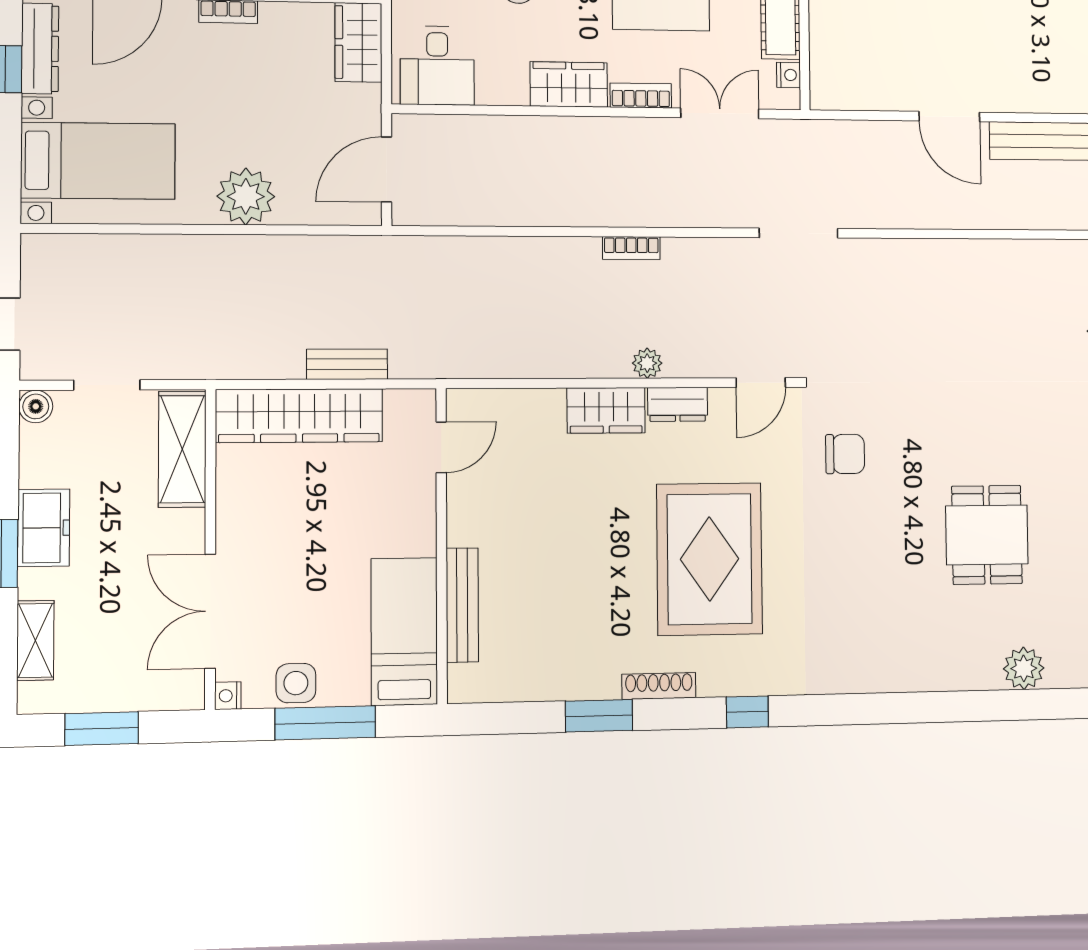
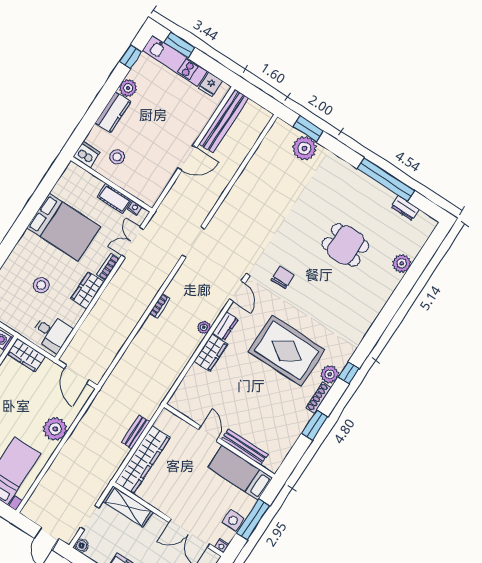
door: (441, 447) -> (208, 434), moved
plant: (719, 676) -> (330, 374), added

